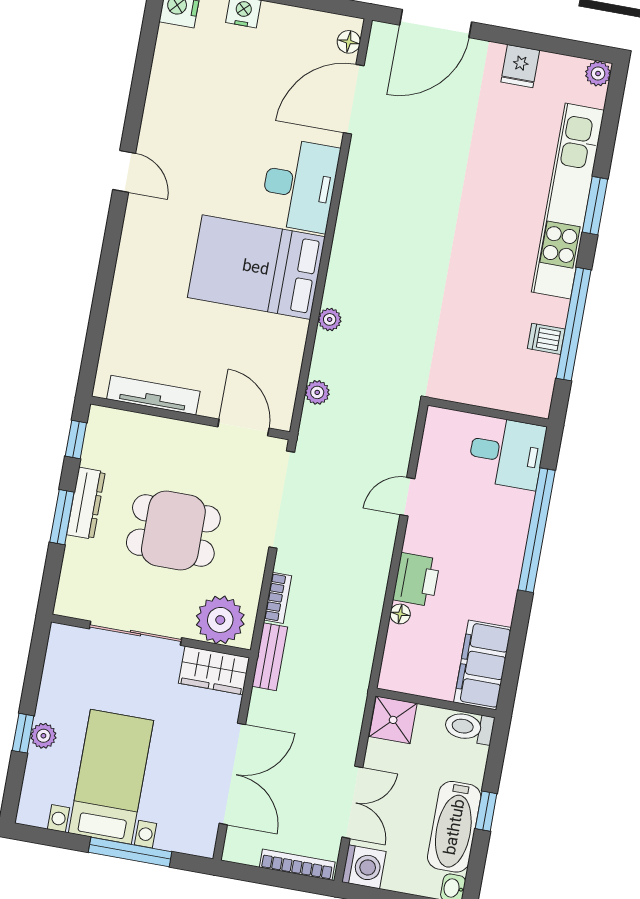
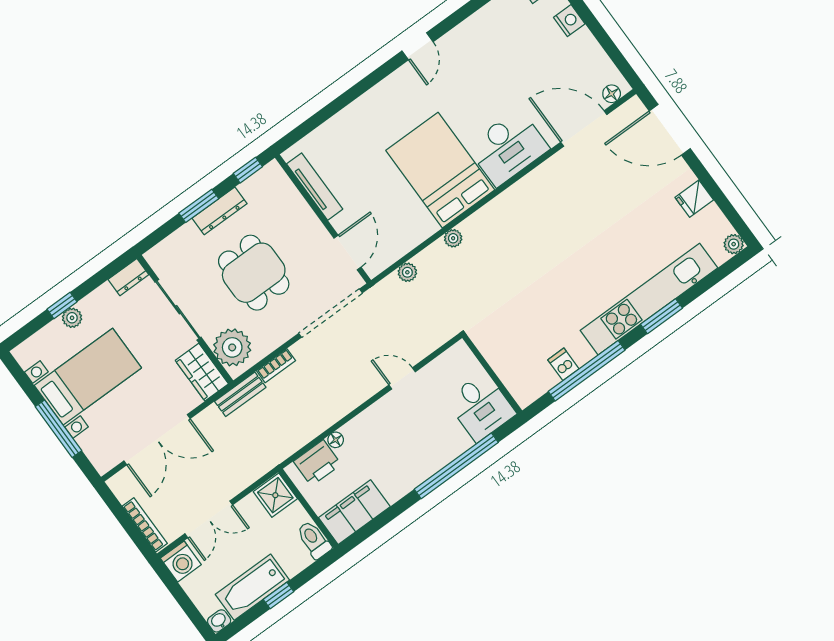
printer: (416, 580) -> (317, 463), moved
dresser: (60, 647) -> (128, 277), added

